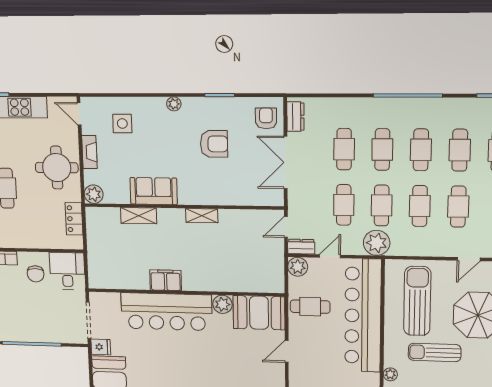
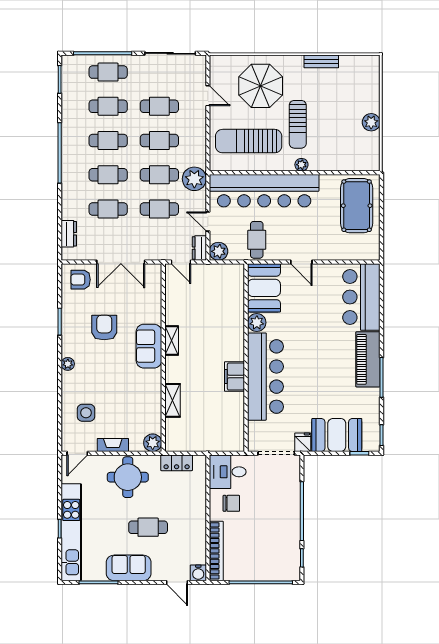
dresser: (295, 117) -> (69, 234), moved, turned 90
sofa: (154, 191) -> (149, 346), moved
plant: (390, 374) -> (301, 165), moved

